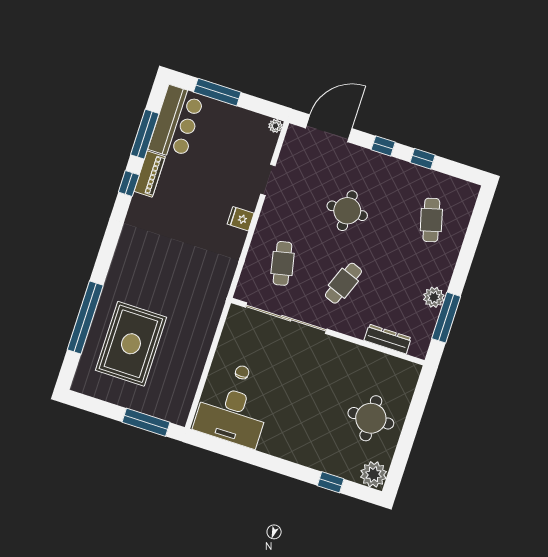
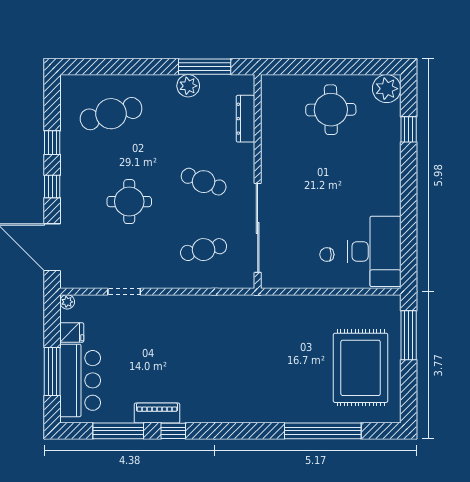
bar counter: (176, 123) -> (80, 380), moved, turned 90
fridge: (241, 219) -> (72, 333), moved, turned -90
cafe table: (431, 220) -> (111, 114), width x1.37, depth x1.35
rug: (131, 344) -> (361, 368), moved, turned 90

